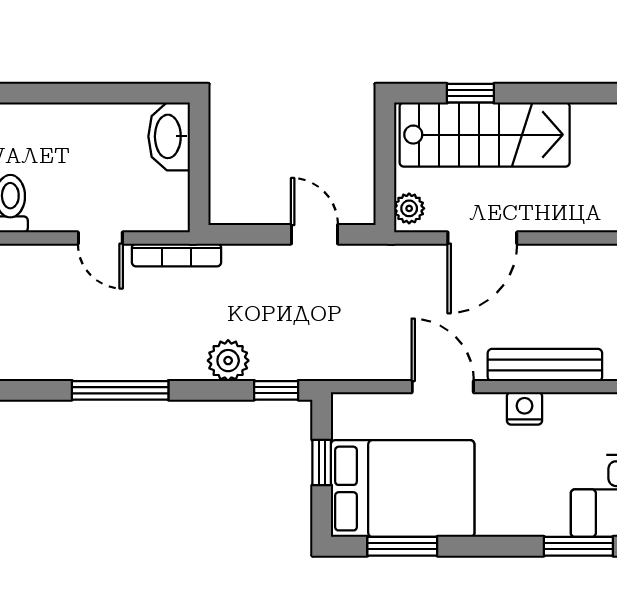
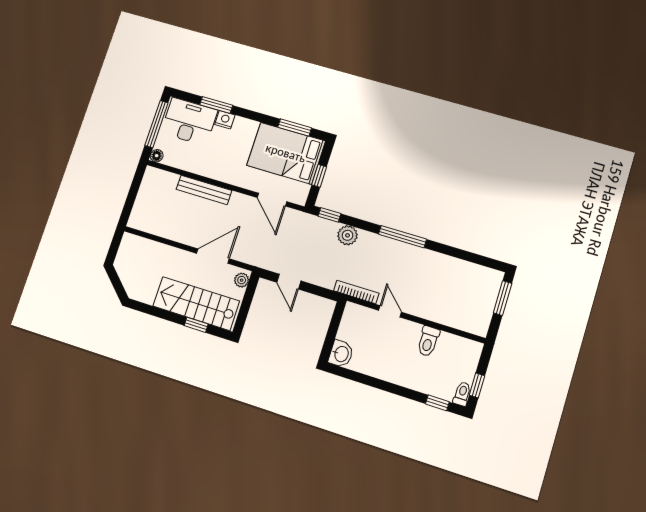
washbasin: (169, 136) -> (341, 354), width x0.72
door: (443, 387) -> (272, 200), moved
nightstand: (524, 408) -> (225, 120), moved, turned 180

